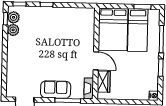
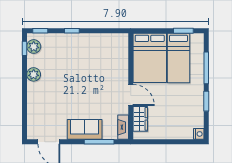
plant: (13, 30) -> (34, 74), moved

